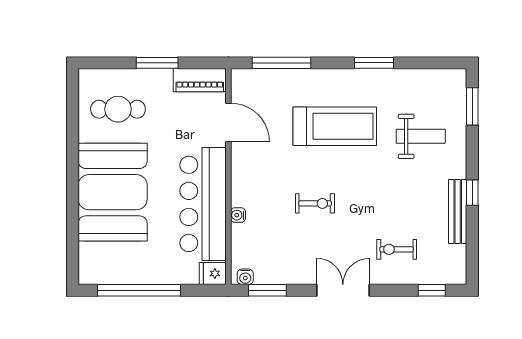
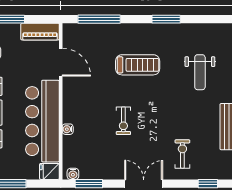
treadmill: (335, 126) -> (138, 65), width x0.73, depth x0.73
weight bench: (421, 136) -> (200, 72), turned 90
exercise bike: (315, 203) -> (123, 121), turned 90
exercise bike: (397, 249) -> (182, 154), turned 90

